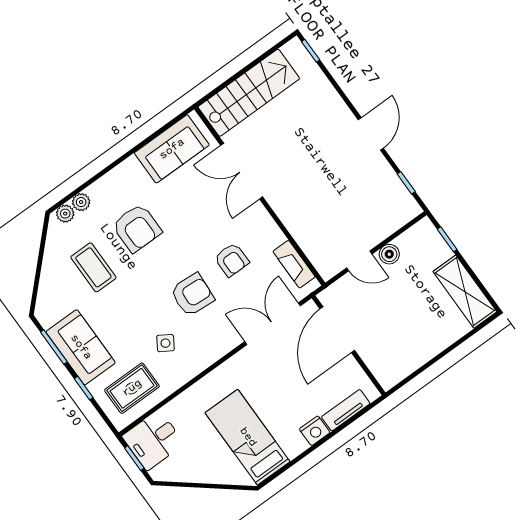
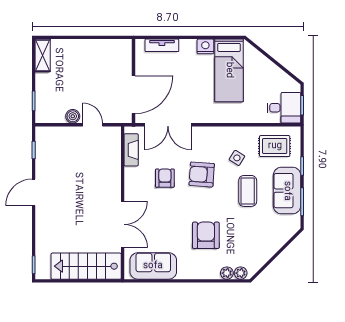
coffee table: (93, 267) -> (248, 191), moved
shelving: (465, 292) -> (43, 55), width x0.67, depth x0.75
nightstand: (315, 431) -> (205, 46), moved

